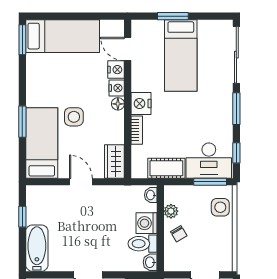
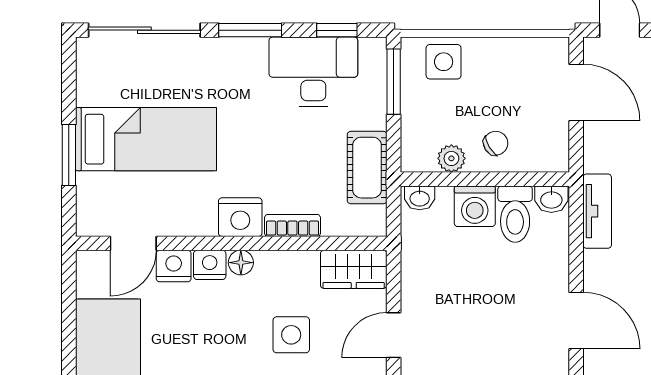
side table: (74, 117) -> (291, 335), moved
desk: (209, 161) -> (313, 72), moved, turned -90

